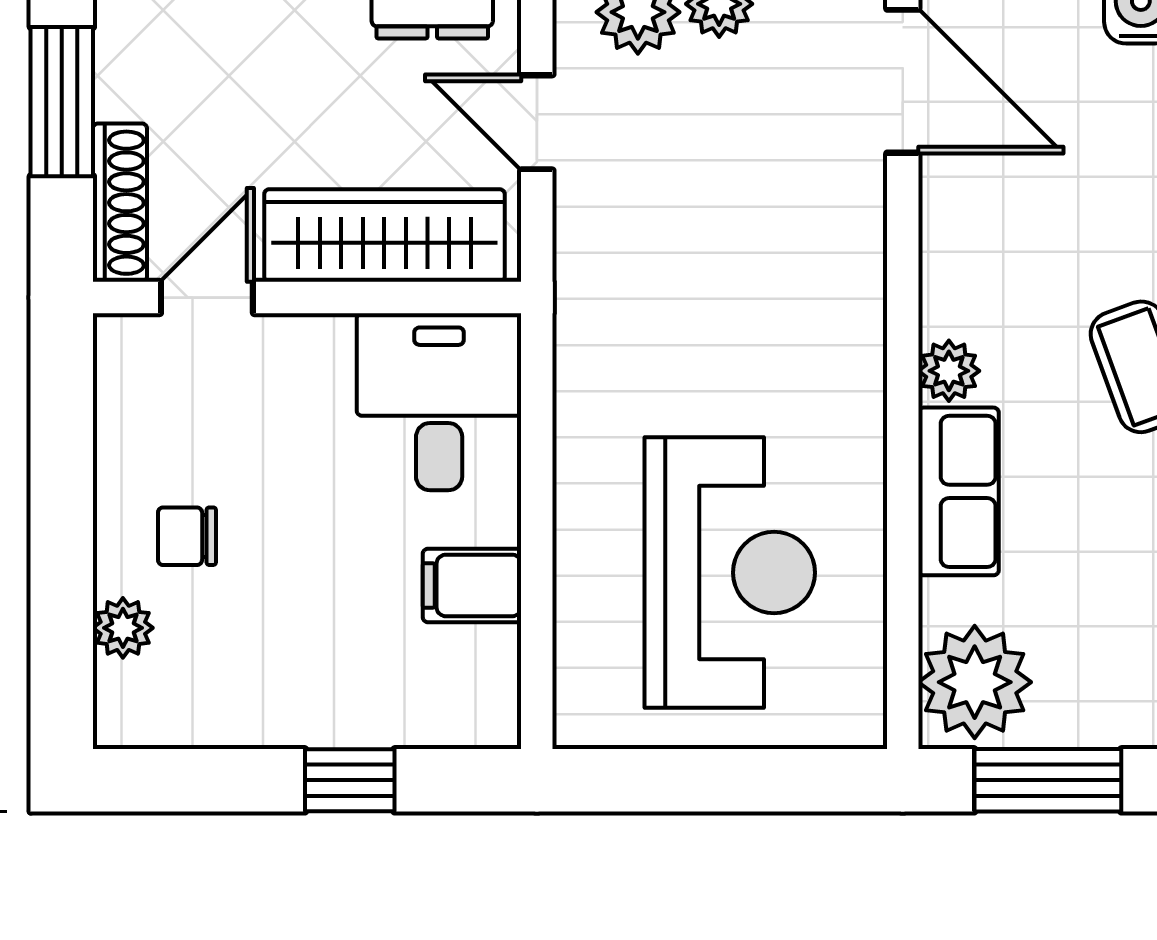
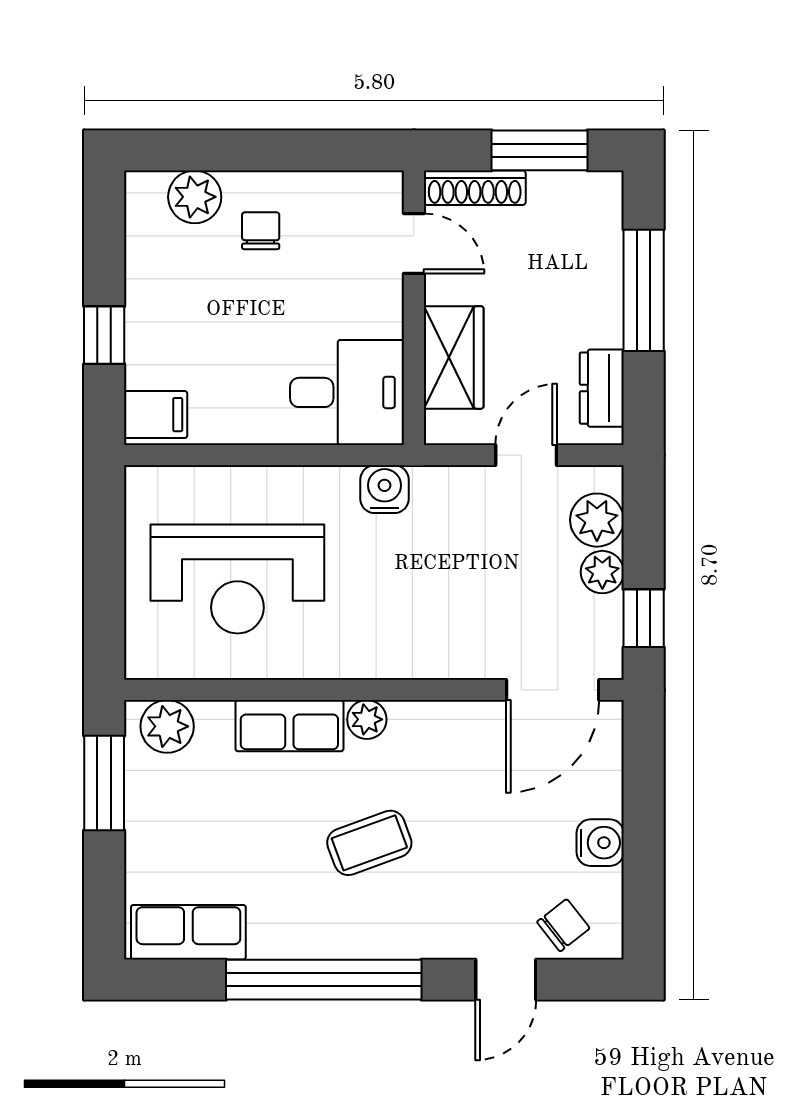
wardrobe: (384, 235) -> (454, 357), width x0.67
water cooler: (590, 343) -> (385, 489), added
filing cabinet: (472, 585) -> (156, 415), moved, turned 90
plant: (123, 628) -> (195, 197), width x1.38, depth x1.38
plant: (975, 682) -> (167, 726), width x0.73, depth x0.73

